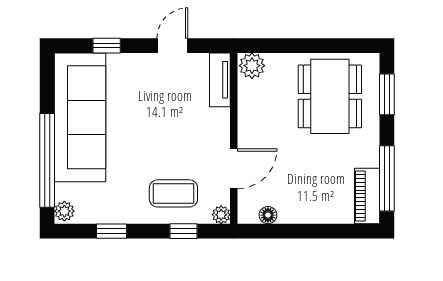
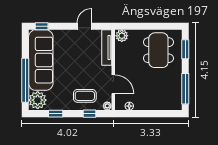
window: (107, 46) -> (42, 26), moved
tv unit: (220, 80) -> (107, 48), width x1.41
door: (234, 169) -> (113, 84), hinge flipped
piano: (367, 196) -> (176, 97), removed
plant: (64, 211) -> (38, 100), width x1.88, depth x1.88

